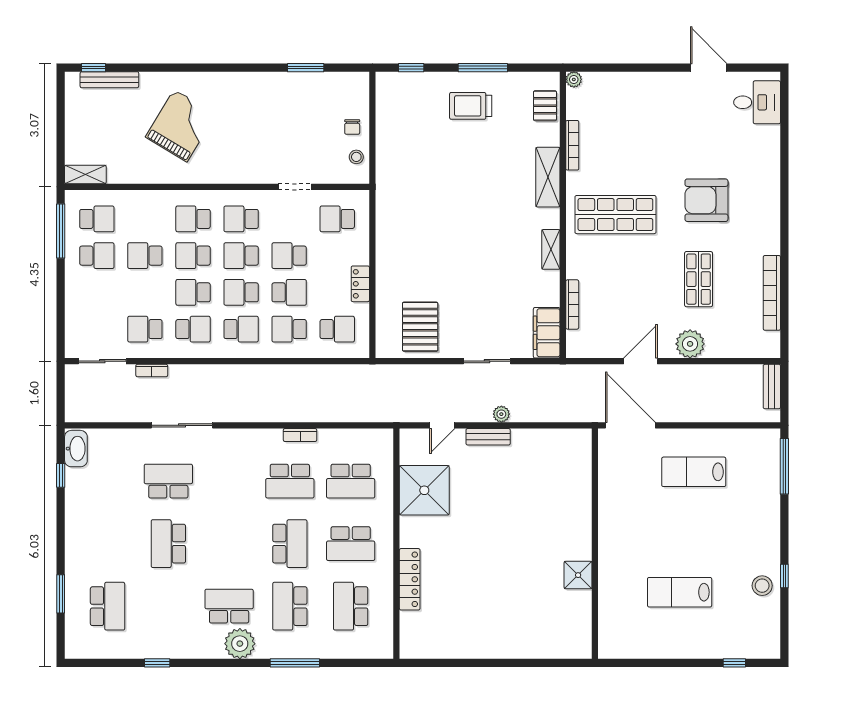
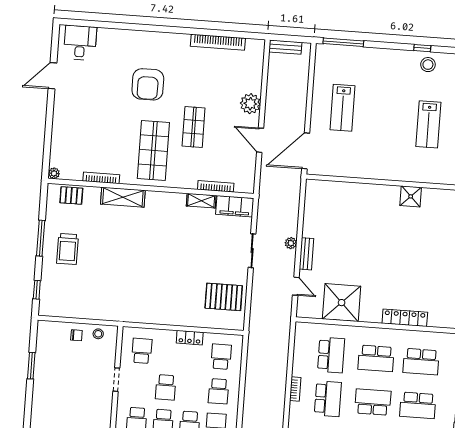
school desk: (337, 219) -> (142, 351), turned 180
shelving: (551, 249) -> (201, 201), moved
shop shelf: (699, 279) -> (194, 127), moved, turned 90
school desk: (289, 292) -> (192, 389), removed
school desk: (351, 544) -> (376, 358), turned 90

